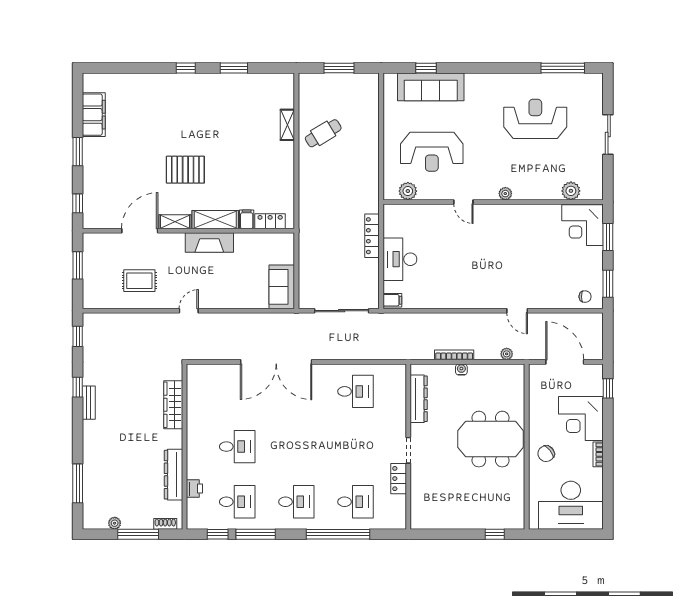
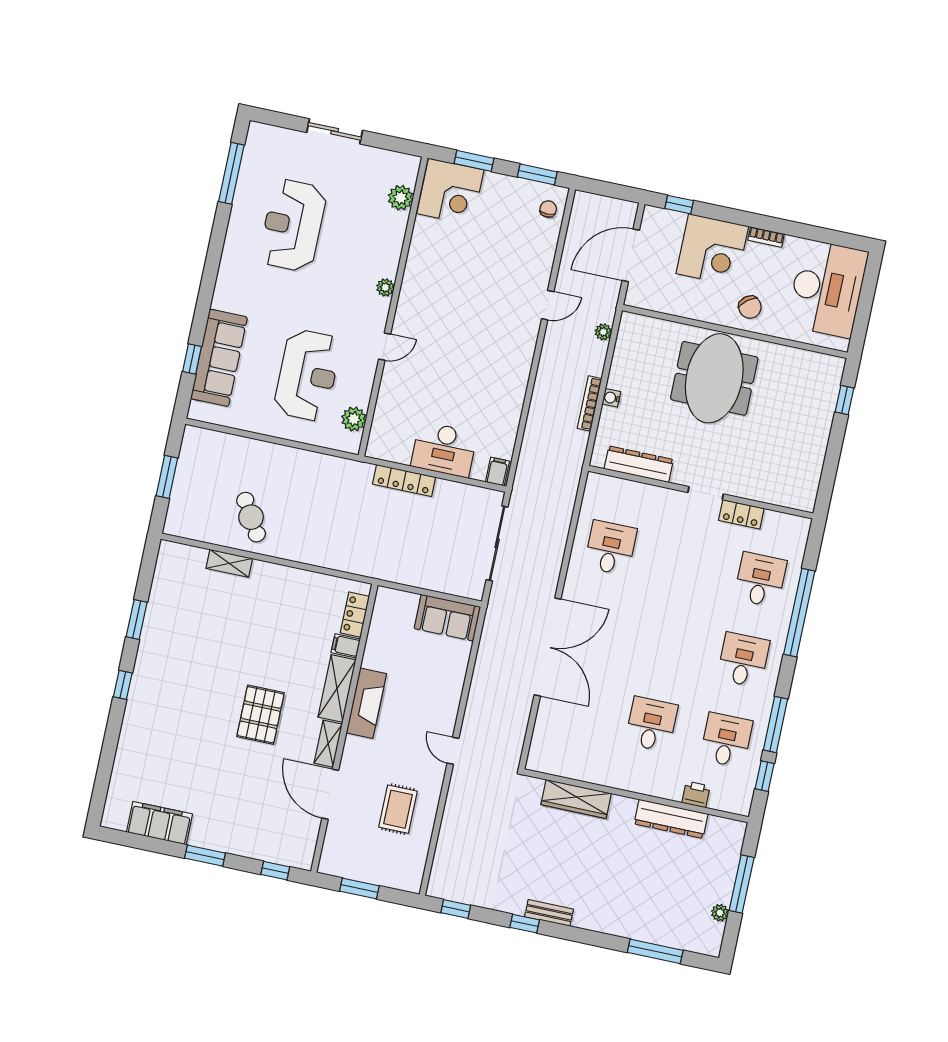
shoe rack: (165, 524) -> (735, 844), removed

